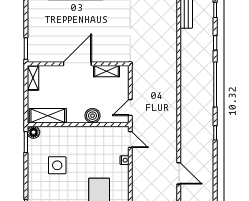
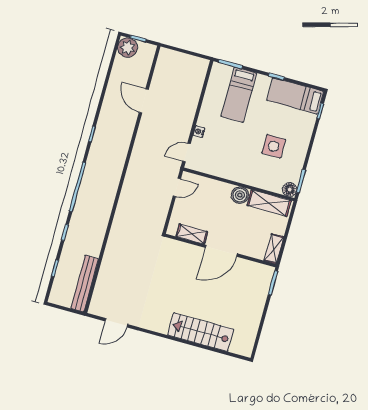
boiler: (93, 116) -> (240, 195), moved
door: (130, 140) -> (186, 152), hinge flipped

